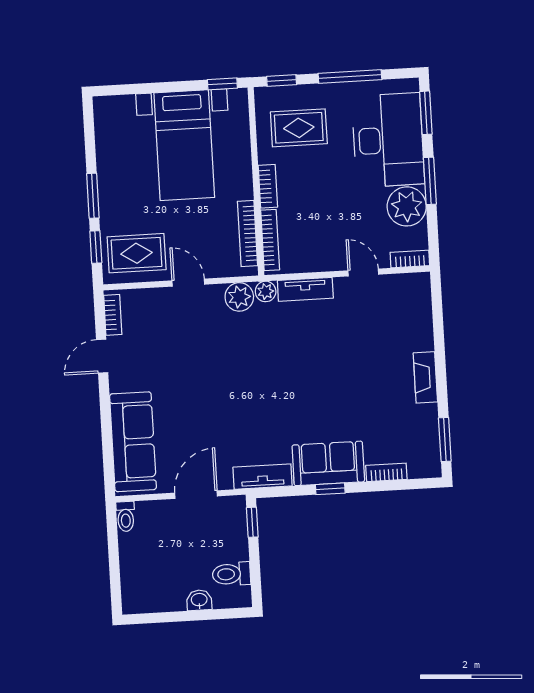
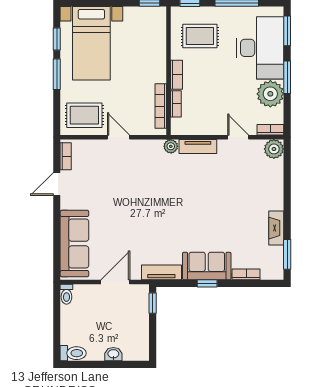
bed with nightstands: (184, 145) -> (91, 43), moved
bookcase: (270, 240) -> (176, 104), width x0.64
window: (96, 247) -> (57, 39), moved
plant: (239, 297) -> (274, 149), moved
fireplace: (425, 377) -> (276, 228), moved
toilet: (231, 574) -> (73, 353), moved, turned 180

